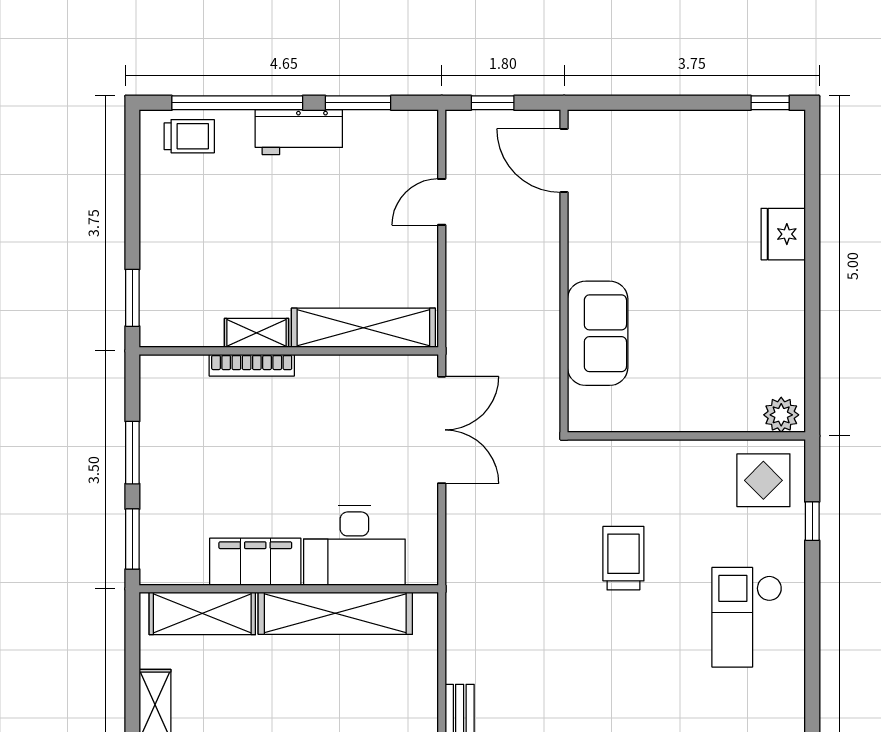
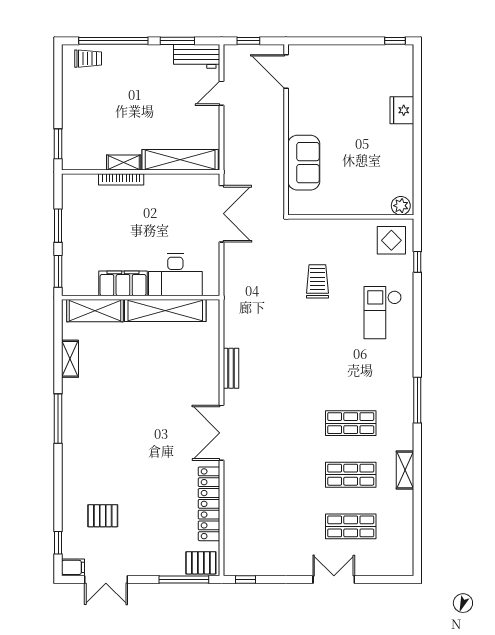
workbench: (299, 132) -> (197, 56), moved

